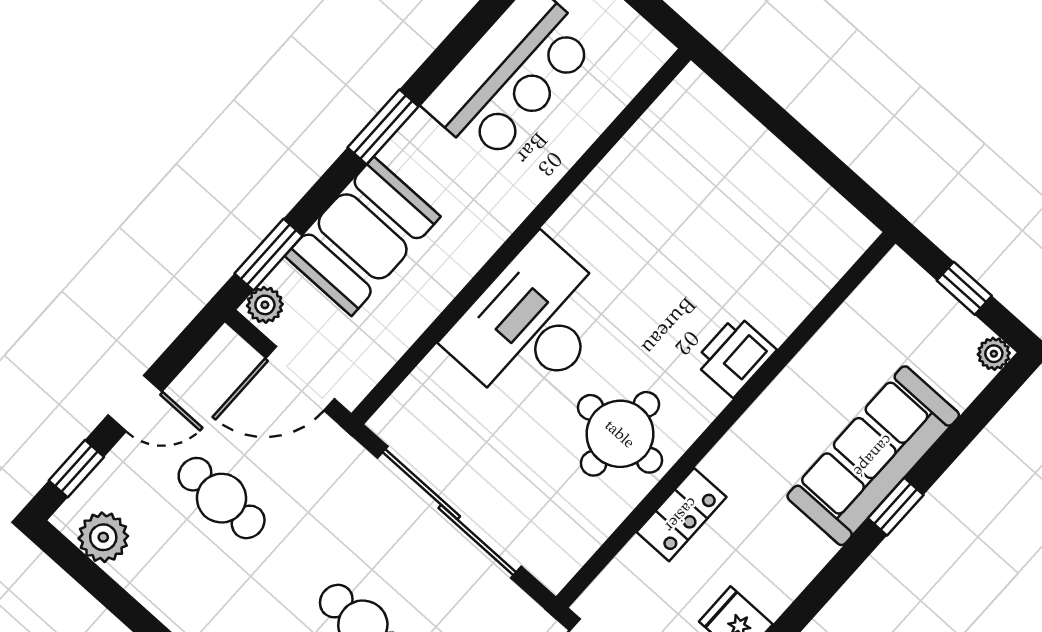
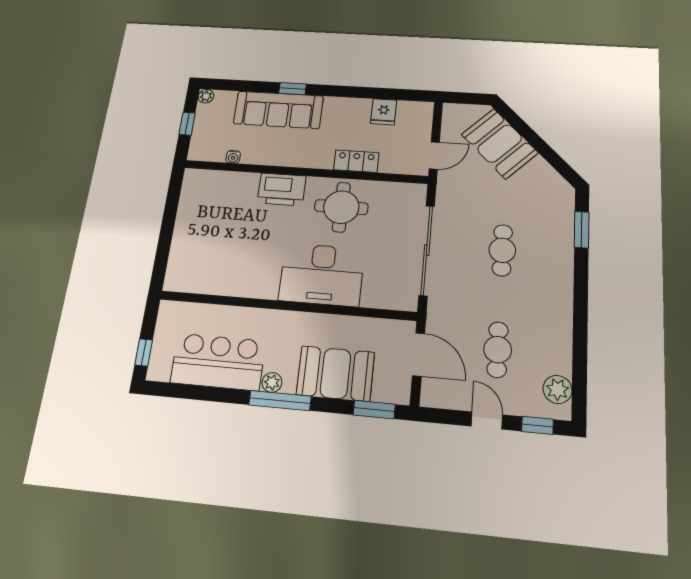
window: (383, 127) -> (280, 401), width x1.44
plant: (265, 305) -> (272, 382), moved
water cooler: (842, 323) -> (233, 157), added
printer: (735, 356) -> (282, 189), width x1.37, depth x1.19

